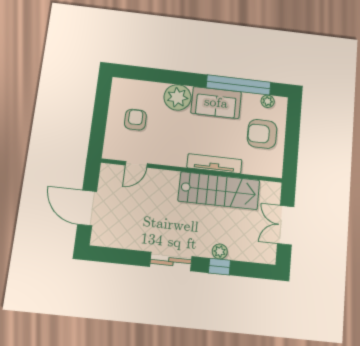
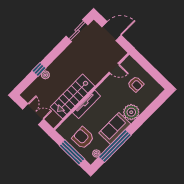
armchair: (262, 134) -> (83, 138), turned -92
window: (292, 134) -> (72, 152), added
door: (136, 164) -> (114, 68), swing flipped
sliding door: (171, 262) -> (77, 31), moved

